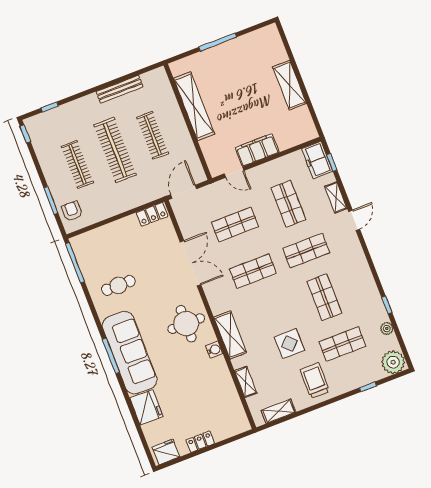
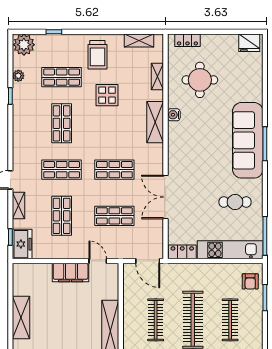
door: (184, 192) -> (148, 261), hinge flipped
kitchen unit: (105, 235) -> (230, 250), added
round table: (186, 324) -> (200, 80), moved
fridge: (146, 407) -> (251, 88), removed
locker: (200, 442) -> (187, 40), moved

